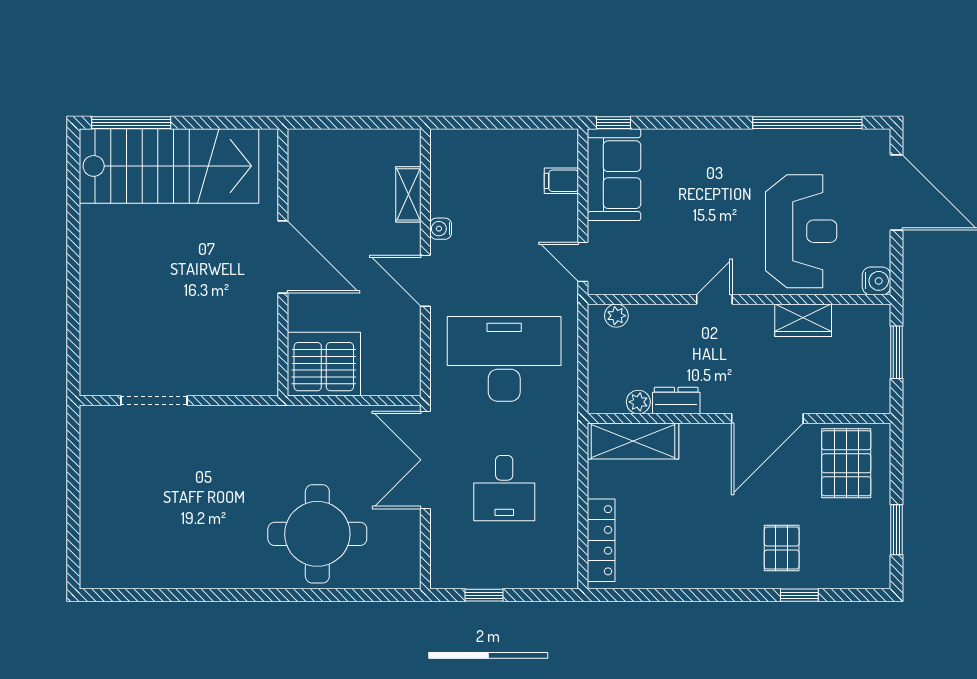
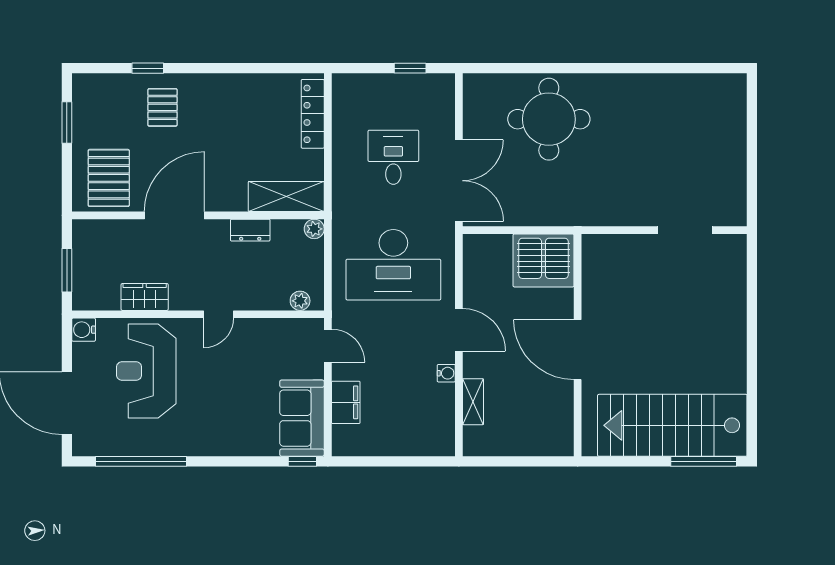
filing cabinet: (561, 181) -> (346, 402), width x2.00
plant: (638, 402) -> (314, 229), moved

